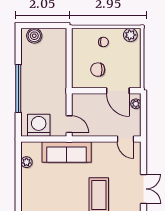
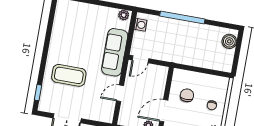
washing machine: (39, 125) -> (140, 25), width x0.53, depth x0.53
door: (125, 139) -> (120, 93), moved
plant: (26, 162) -> (124, 15), moved

